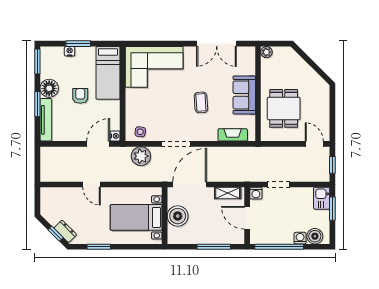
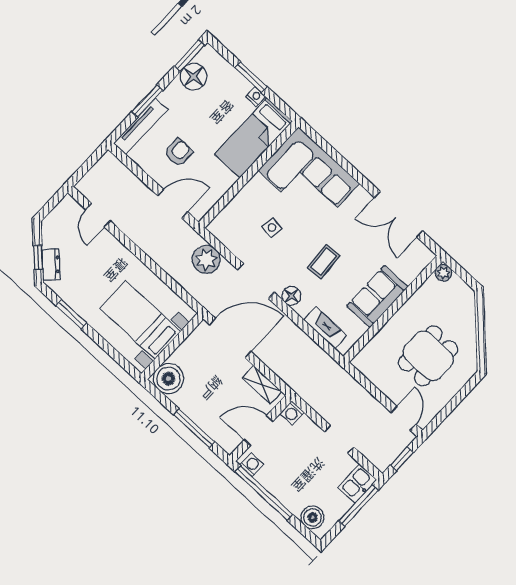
nightstand: (70, 51) -> (256, 97), moved
floor lamp: (49, 88) -> (193, 77), moved
armchair: (80, 96) -> (178, 152), moved
dining table: (284, 108) -> (428, 356), moved
side table: (140, 132) -> (272, 228), moved
floor lamp: (201, 135) -> (291, 296), added
nightstand: (115, 136) -> (199, 212), removed
door: (91, 184) -> (98, 215), moved
doorway: (278, 184) -> (339, 439), moved
window: (332, 209) -> (359, 505), width x1.44
boiler: (178, 216) -> (168, 379), moved
door: (247, 218) -> (259, 431), hinge flipped
washing machine: (300, 238) -> (252, 465), moved

